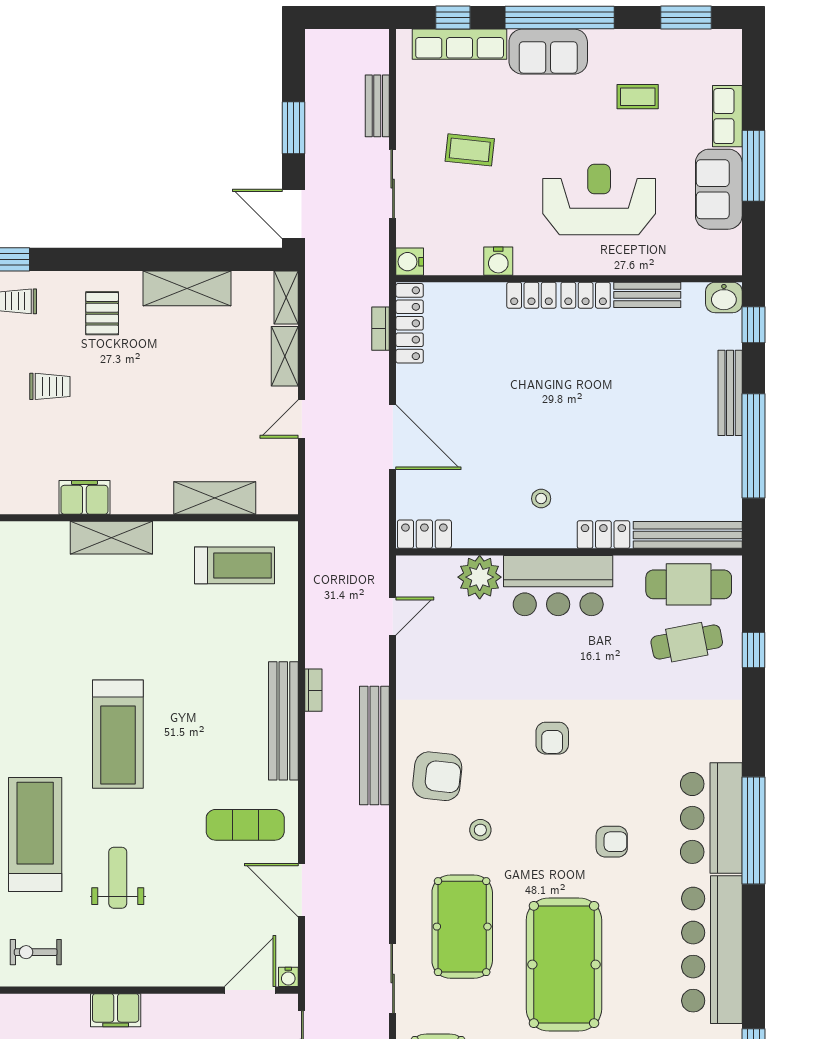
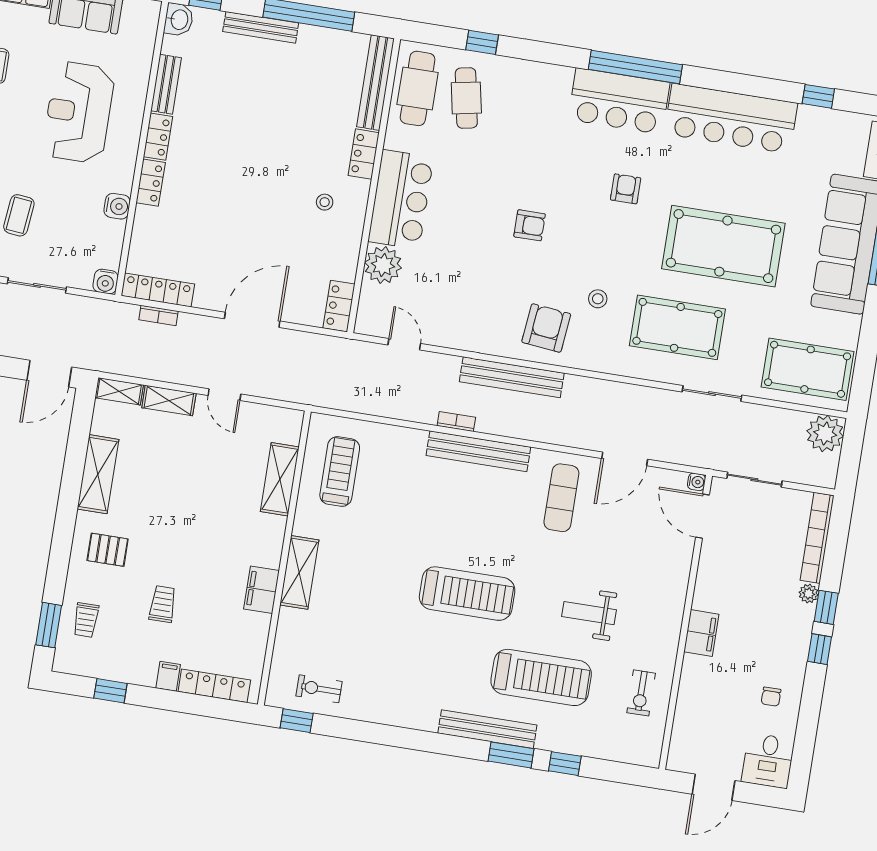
treadmill: (35, 835) -> (541, 677), turned 180

